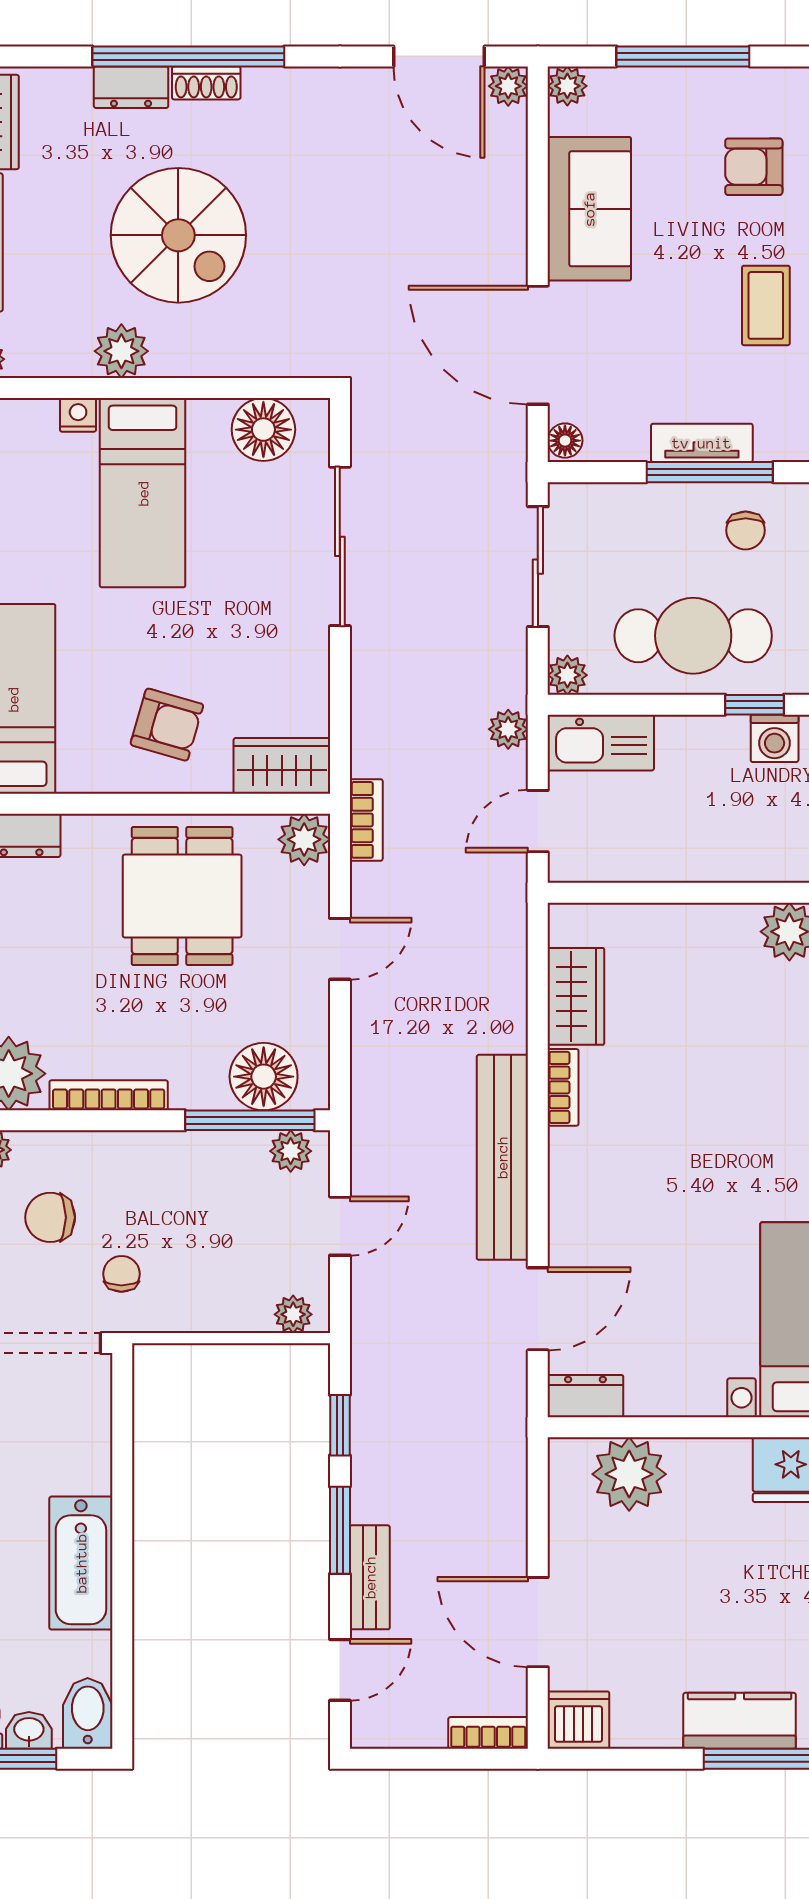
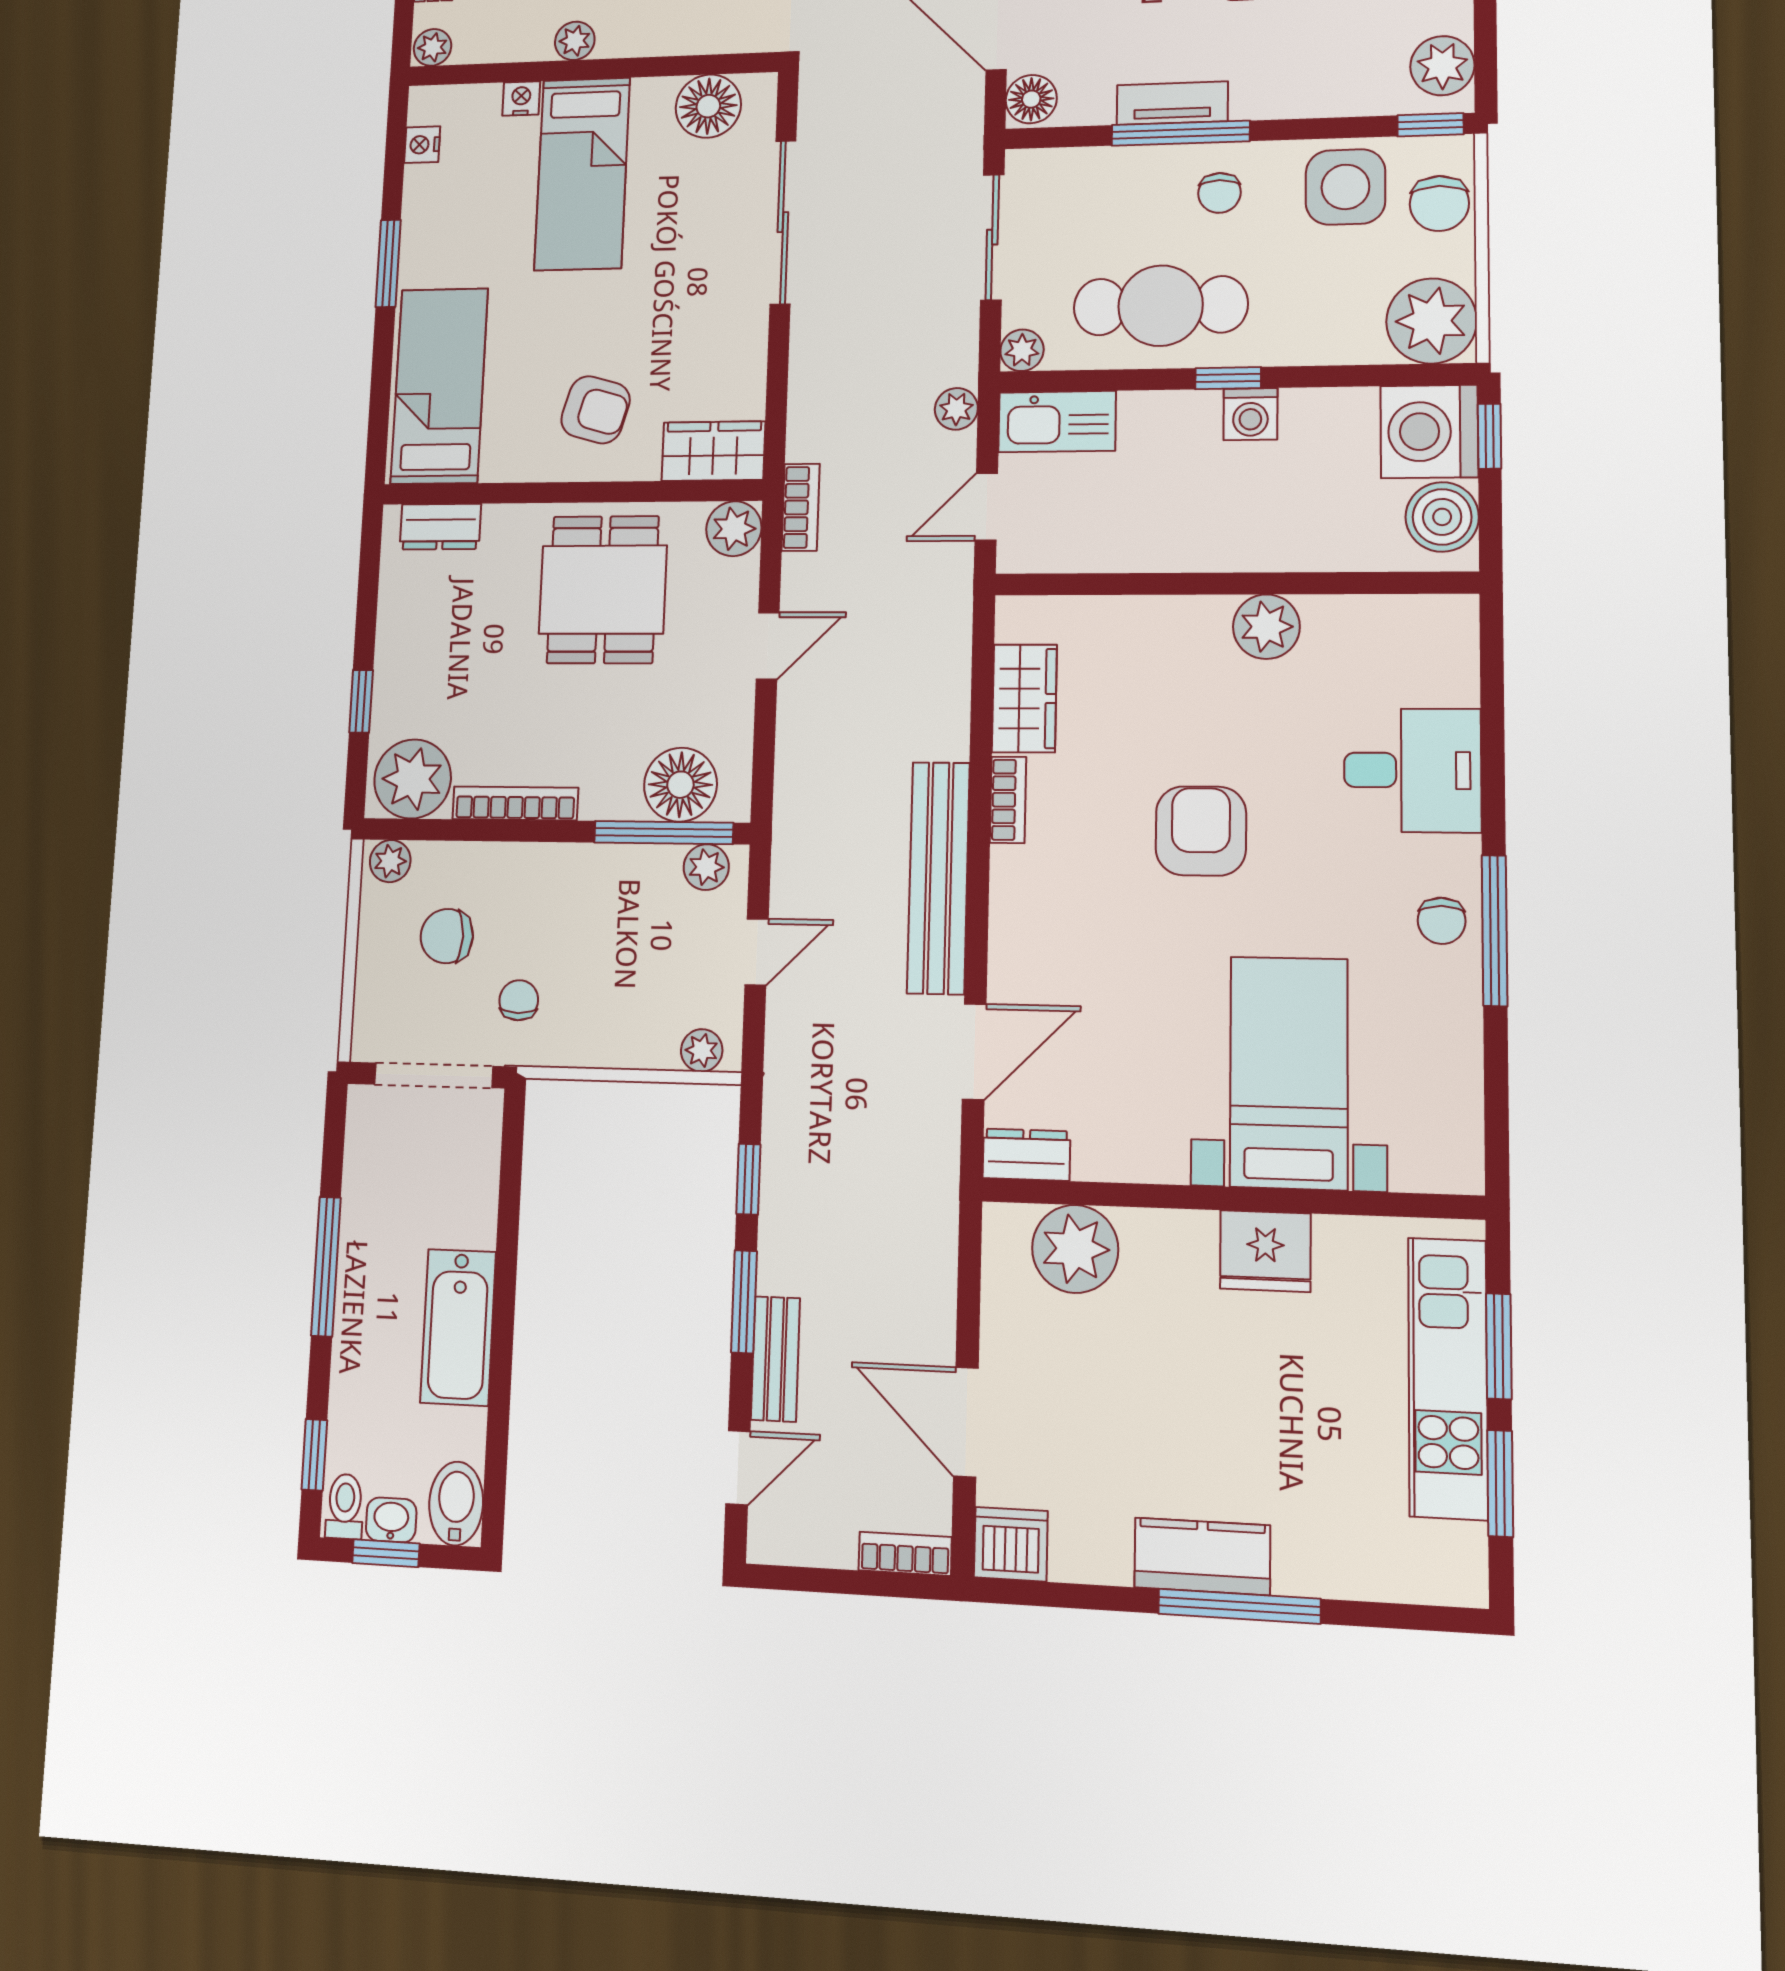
plant: (121, 351) -> (575, 41), width x0.73, depth x0.73
floor lamp: (565, 441) -> (1031, 99), width x1.37, depth x1.37
armchair: (733, 1113) -> (1201, 831), added

